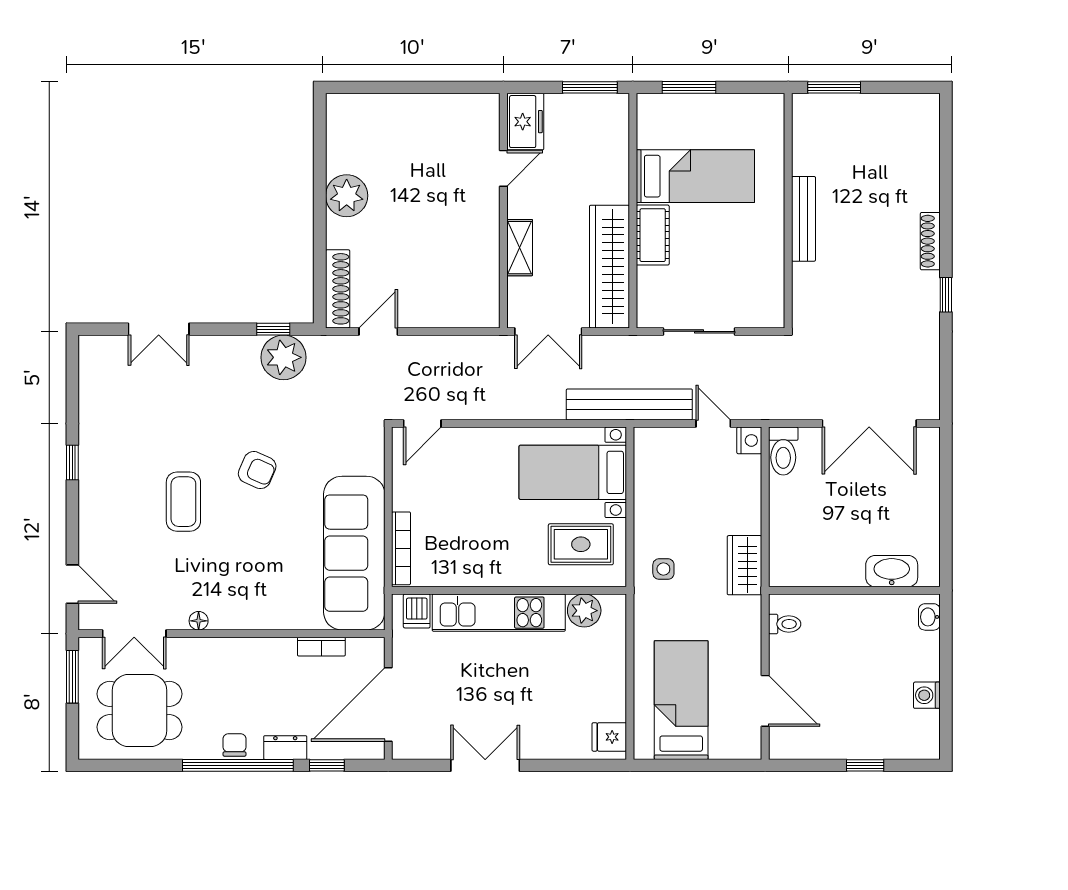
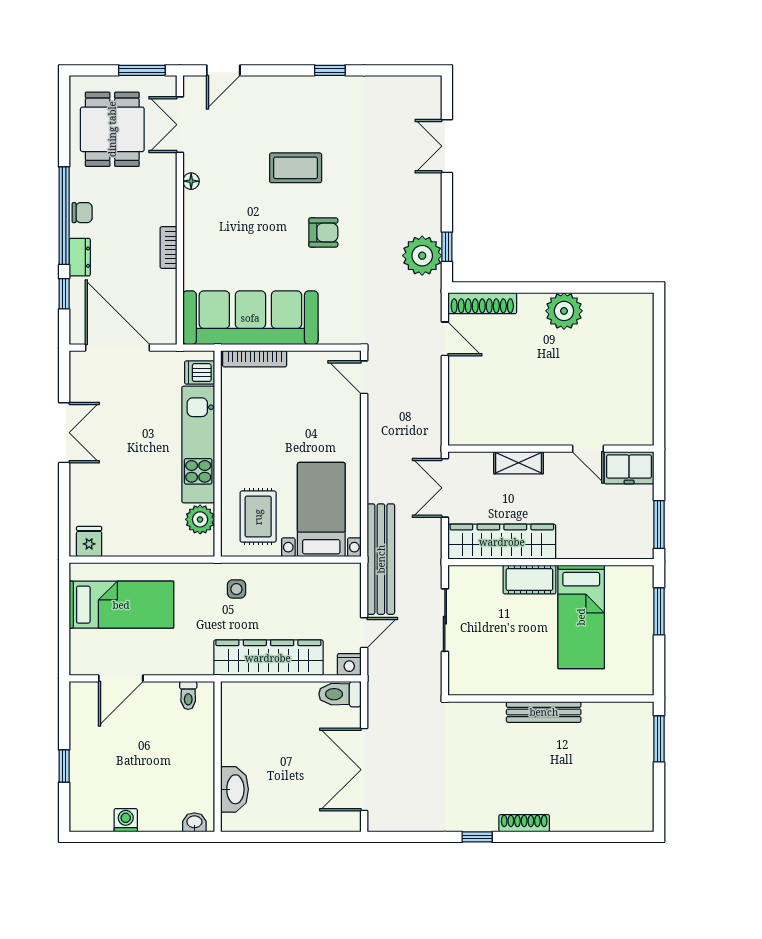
armchair: (257, 470) -> (323, 232), turned -114
wardrobe: (745, 565) -> (268, 658), width x2.10, depth x1.17
bookcase: (321, 647) -> (168, 248), moved

